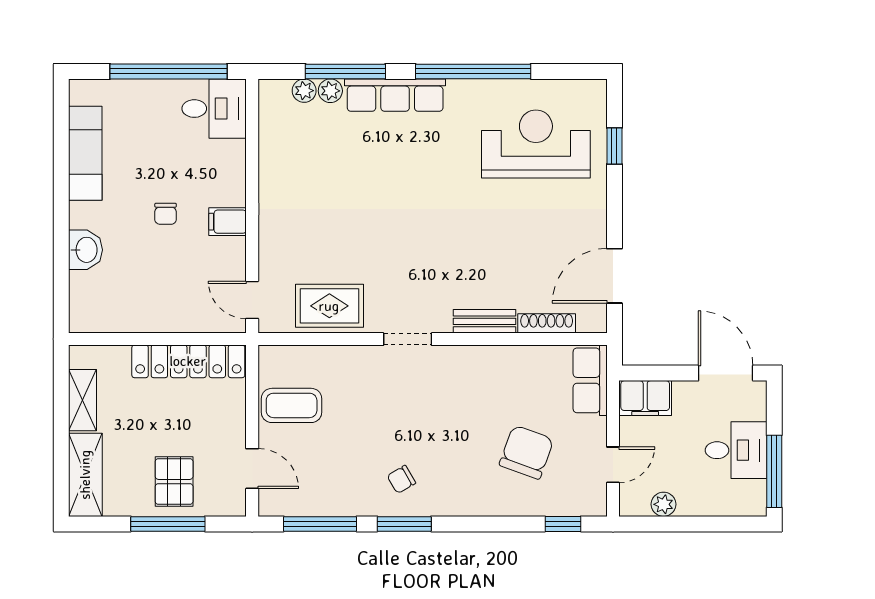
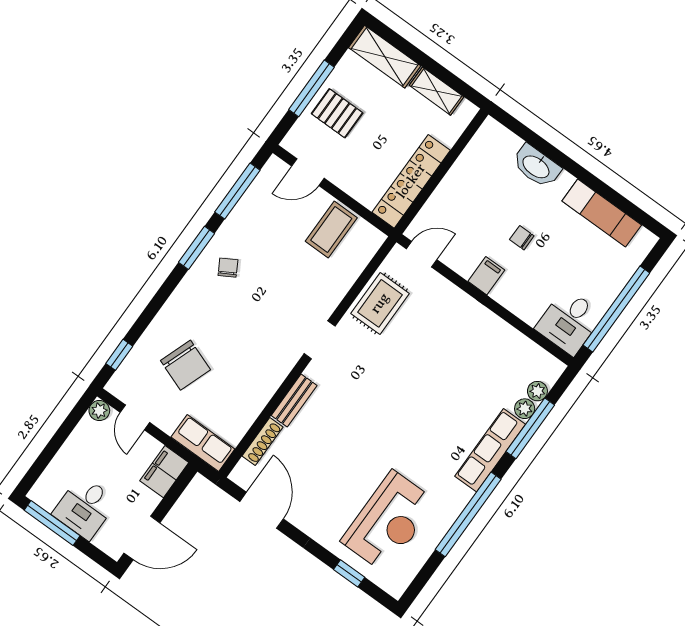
washbasin: (86, 250) -> (536, 166), width x1.38
plant: (663, 504) -> (99, 411), moved

